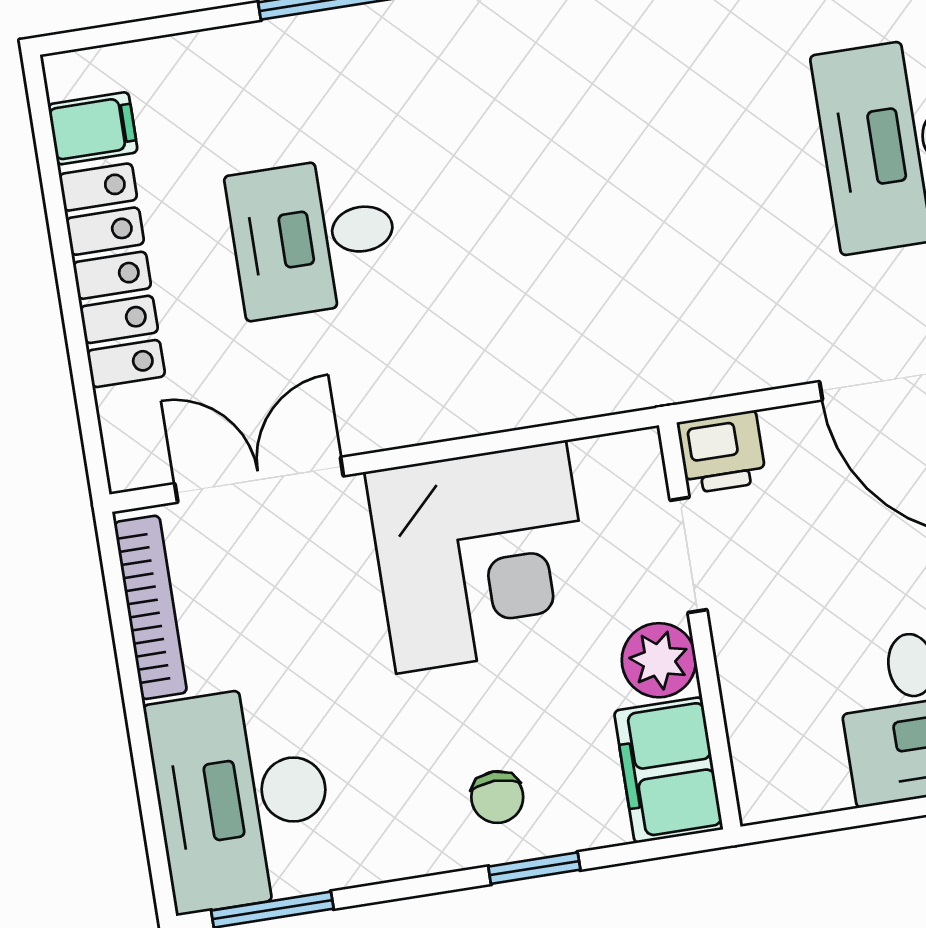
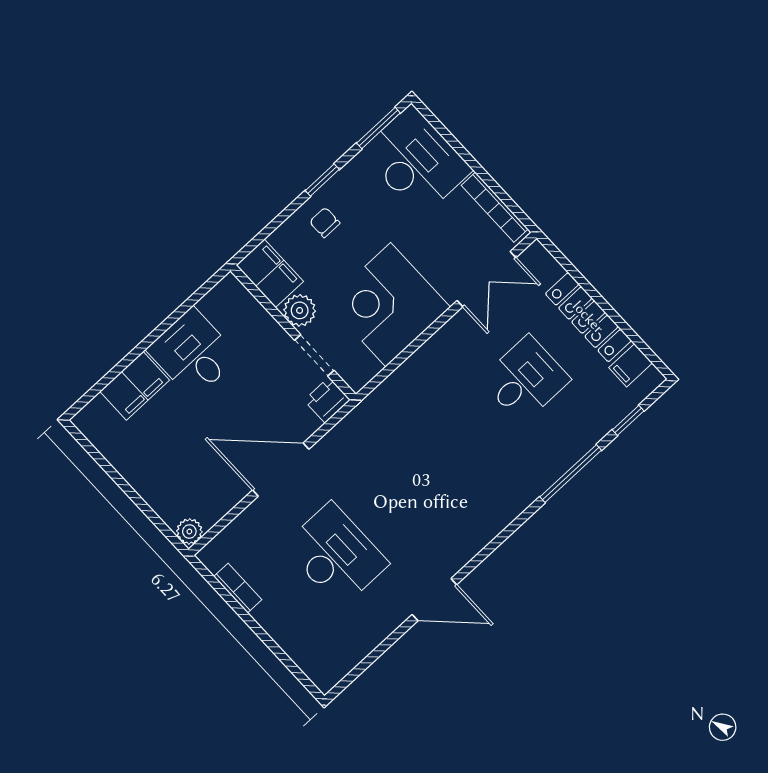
window: (168, 25) -> (628, 420), added
window: (534, 868) -> (322, 180), moved

